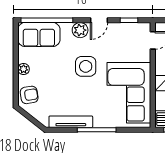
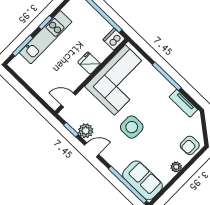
plant: (80, 30) -> (86, 131), moved
armchair: (29, 95) -> (190, 145), turned -81
tv unit: (71, 122) -> (183, 103), width x0.71

